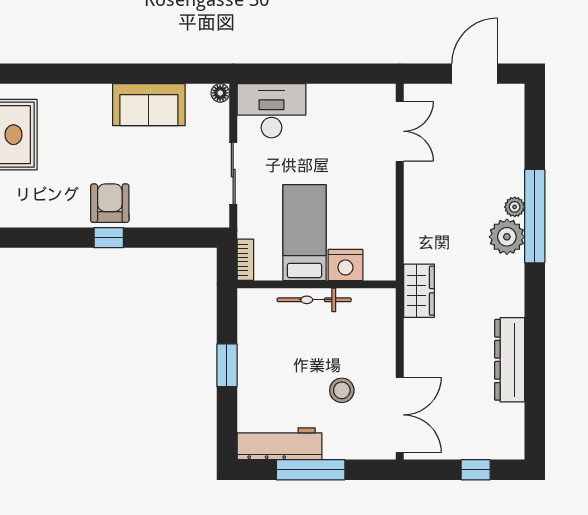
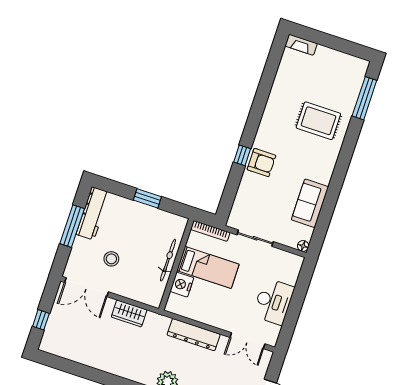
desk: (271, 111) -> (273, 302), moved
bookcase: (245, 260) -> (210, 231), width x1.56
wardrobe: (419, 291) -> (129, 313), moved
dresser: (510, 360) -> (194, 335), moved, turned 180

